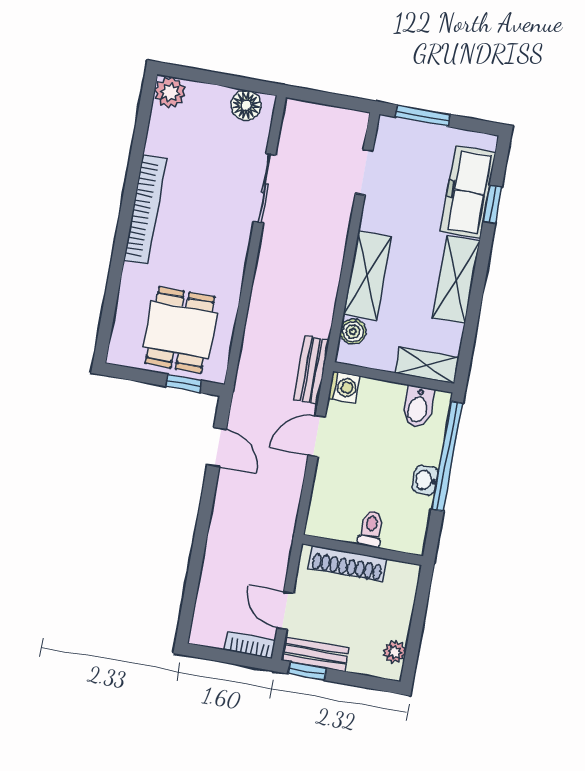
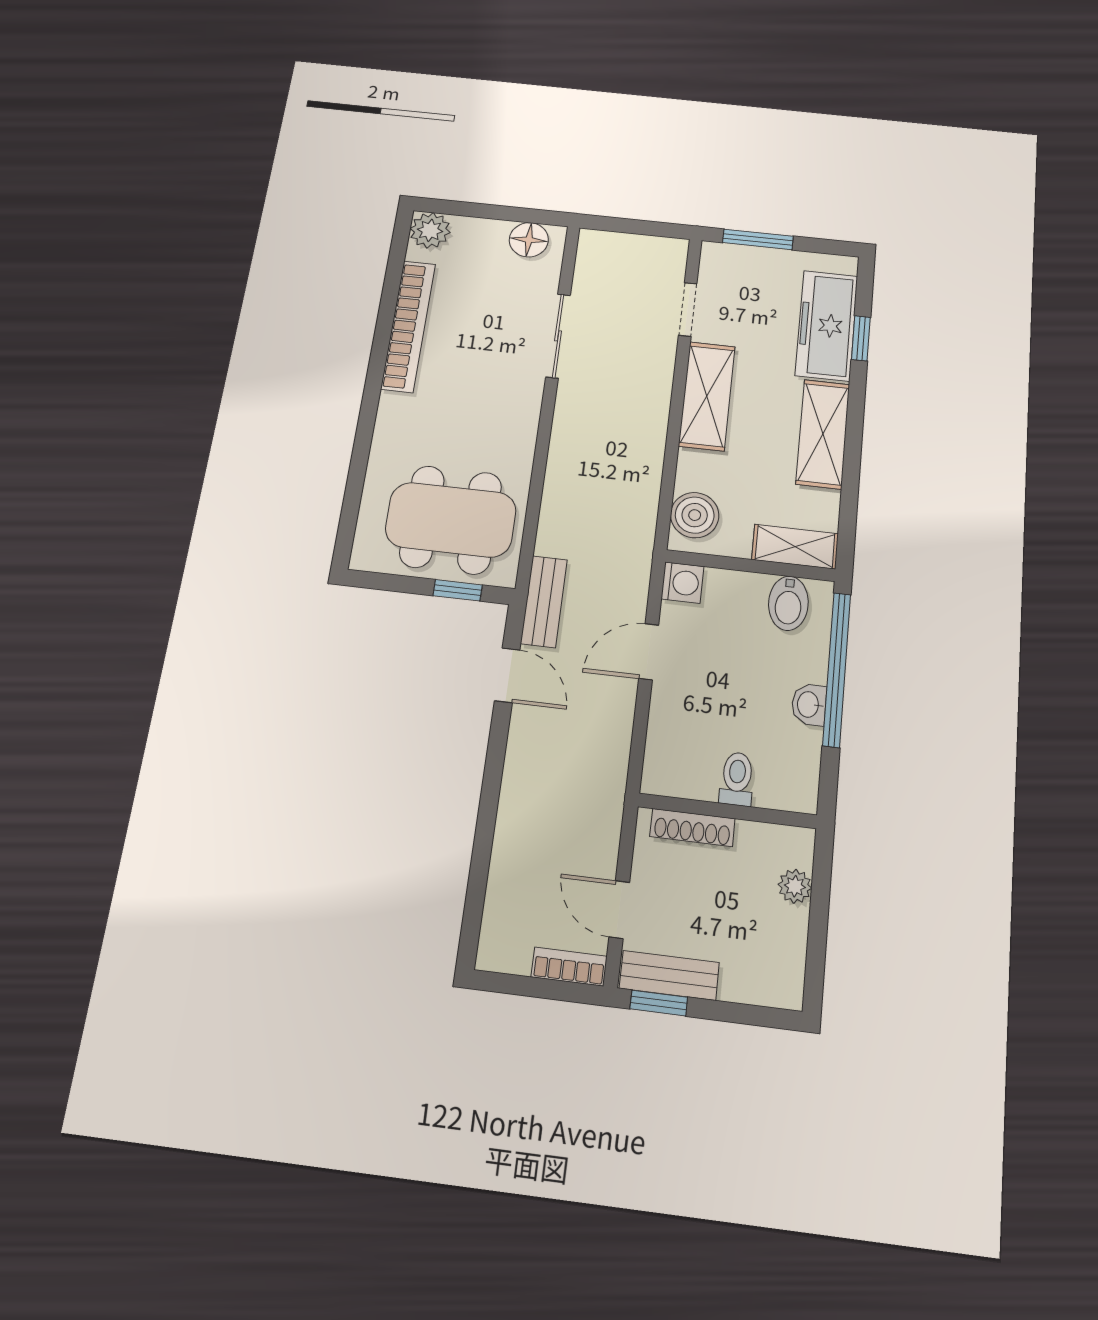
bookcase: (145, 209) -> (408, 326), moved
shelving: (367, 276) -> (707, 396), moved
dining table: (180, 330) -> (451, 520), width x1.38
boiler: (353, 332) -> (695, 515), width x1.36, depth x1.36
bench: (311, 370) -> (544, 602), moved
shoe rack: (348, 564) -> (692, 828), width x0.74, depth x0.81
plant: (394, 652) -> (795, 886), moved

